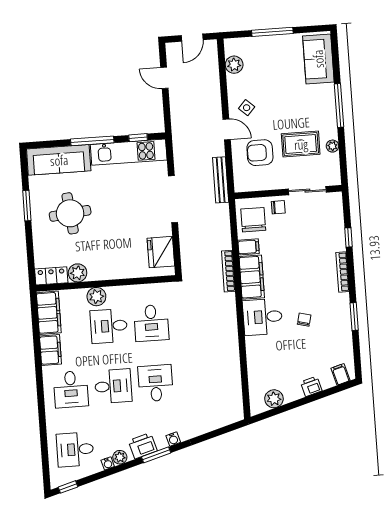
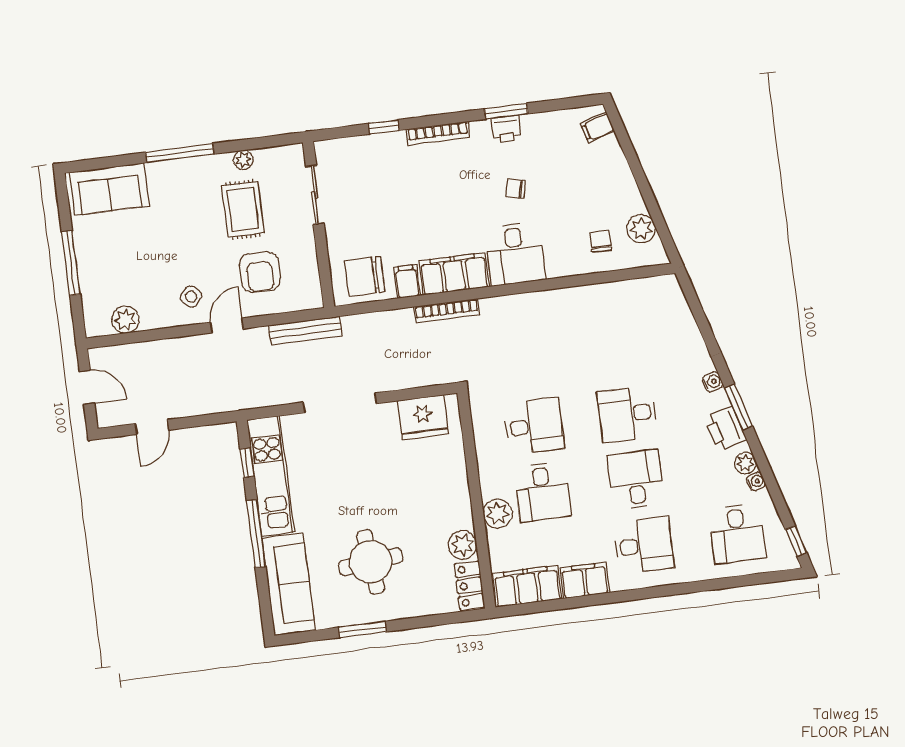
chair: (278, 207) -> (601, 241), moved
printer: (311, 386) -> (506, 129), moved, turned -74

